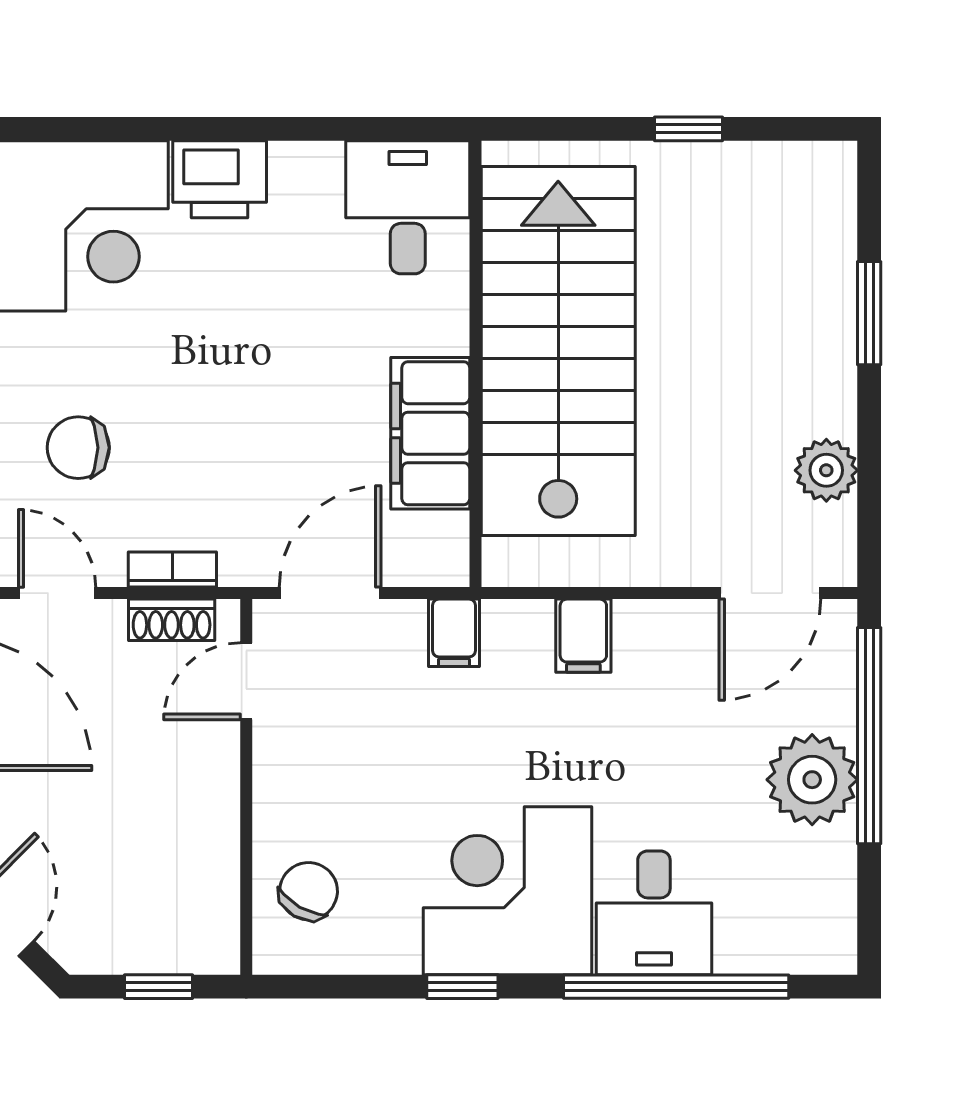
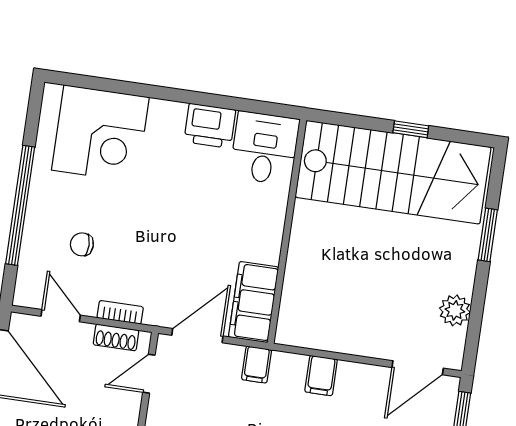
printer: (220, 179) -> (210, 126), moved
stairs: (558, 351) -> (393, 172), moved, turned 90
filing cabinet: (430, 433) -> (254, 302), moved
chair: (78, 448) -> (82, 244), width x0.73, depth x0.73

